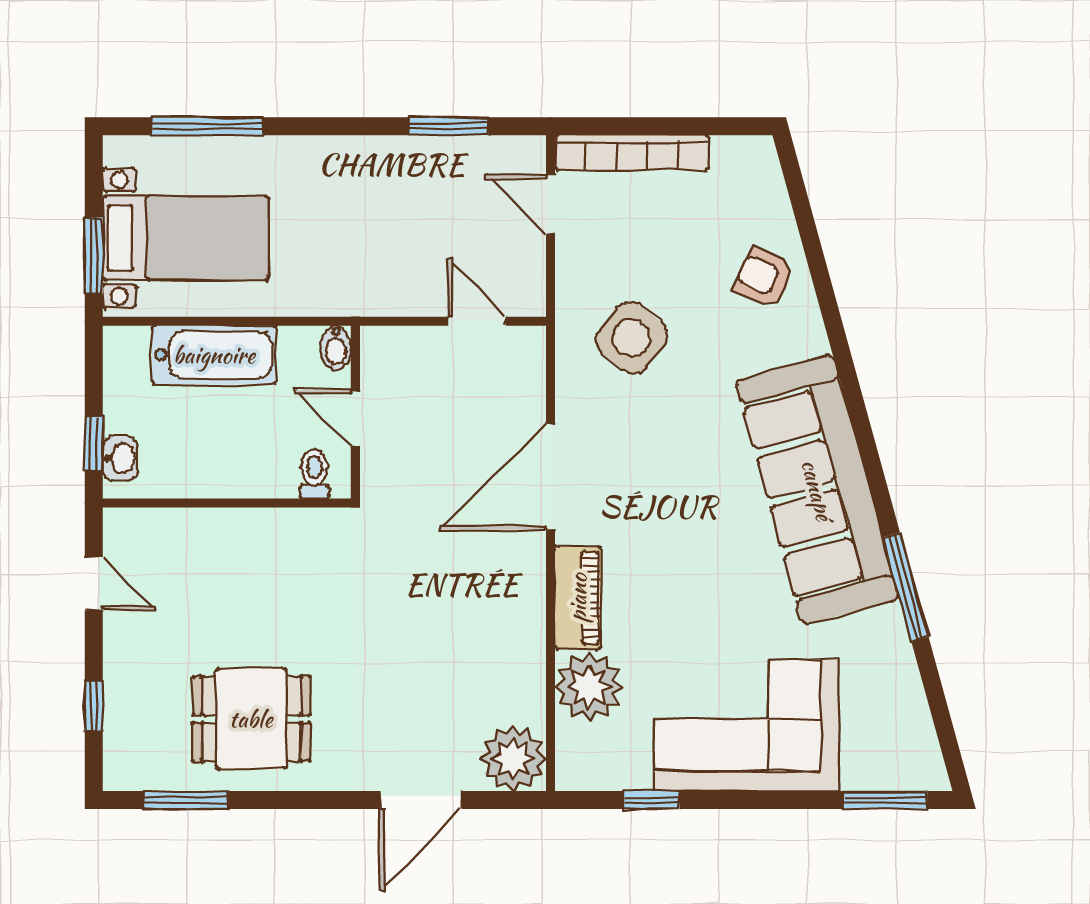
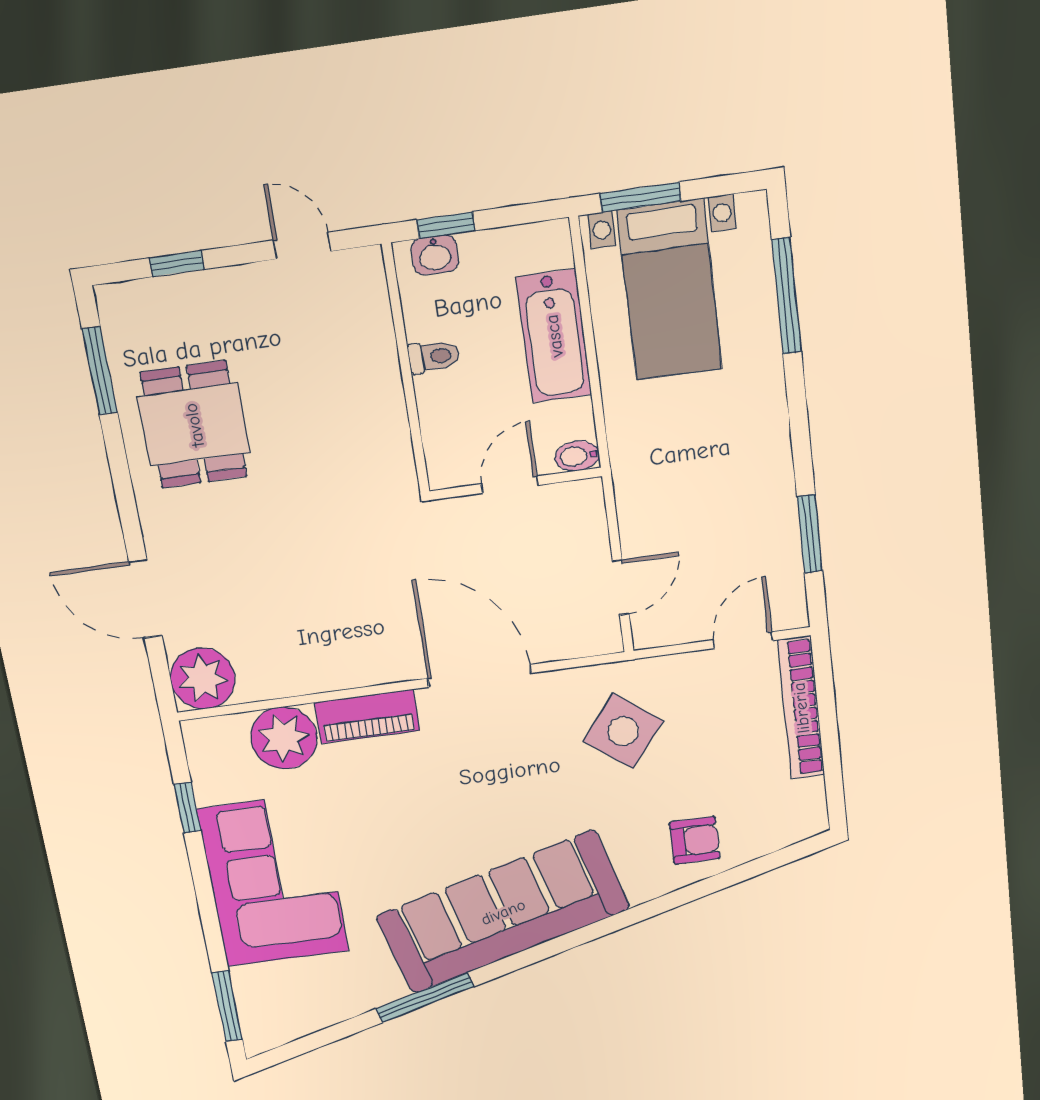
armchair: (764, 278) -> (695, 840), turned 65
toilet: (314, 474) -> (434, 357), moved
door: (94, 584) -> (302, 246), swing flipped

